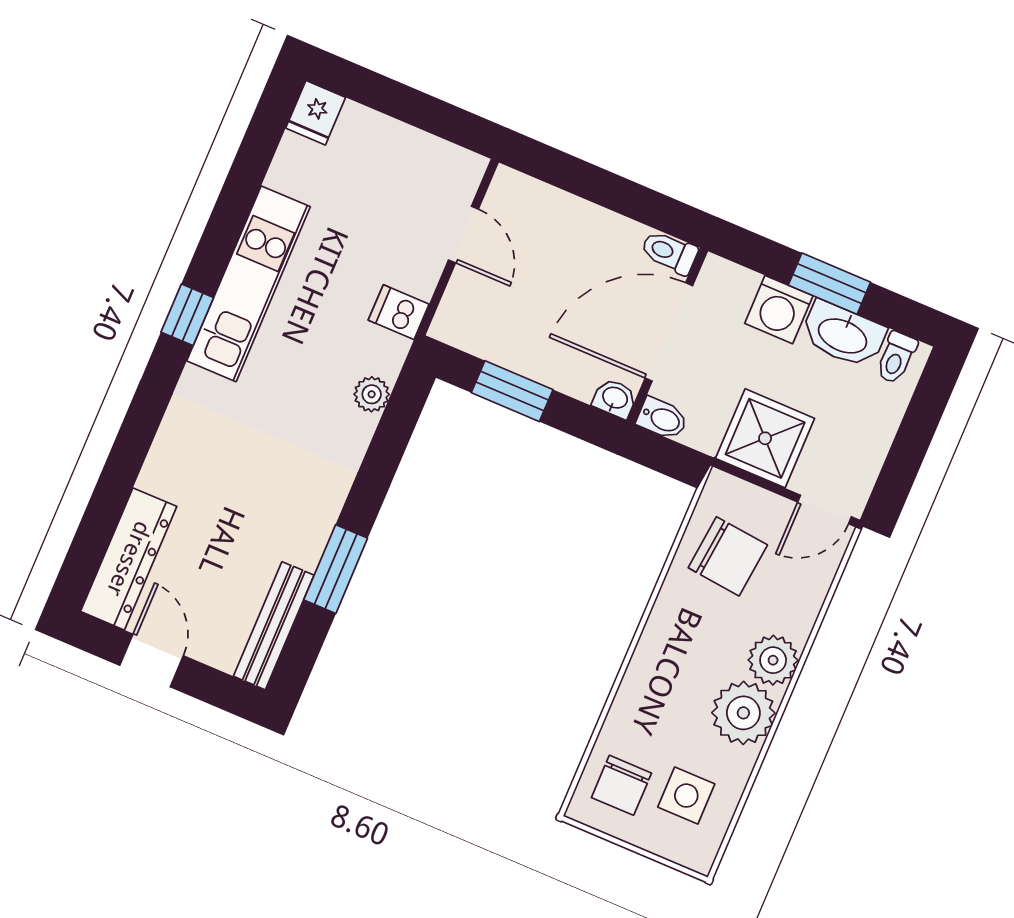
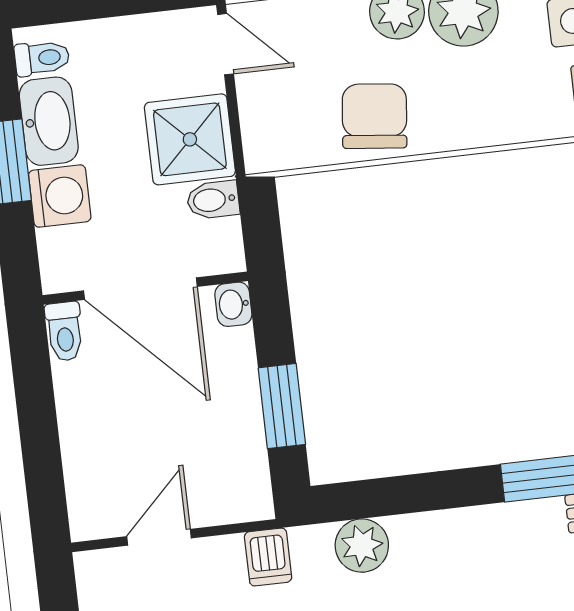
plant: (372, 394) -> (362, 546), width x1.38, depth x1.38
bidet: (662, 419) -> (213, 200), moved, turned -90
chair: (728, 556) -> (375, 116), moved

